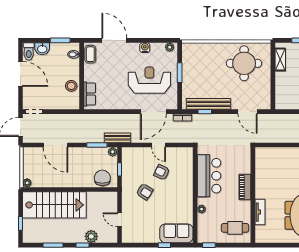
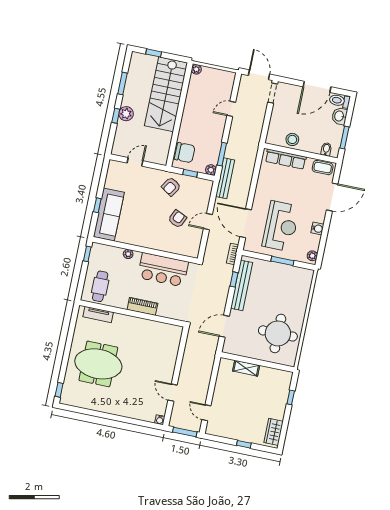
shelving: (280, 59) -> (246, 368), moved
row of seats: (90, 94) -> (286, 159), width x1.48
bench: (117, 138) -> (225, 178), width x1.36
door: (55, 145) -> (231, 109), width x0.53
armchair: (145, 192) -> (171, 187), moved
tv unit: (260, 212) -> (98, 314), moved
sofa: (176, 233) -> (109, 215), width x1.36
plant: (91, 236) -> (126, 114), moved

